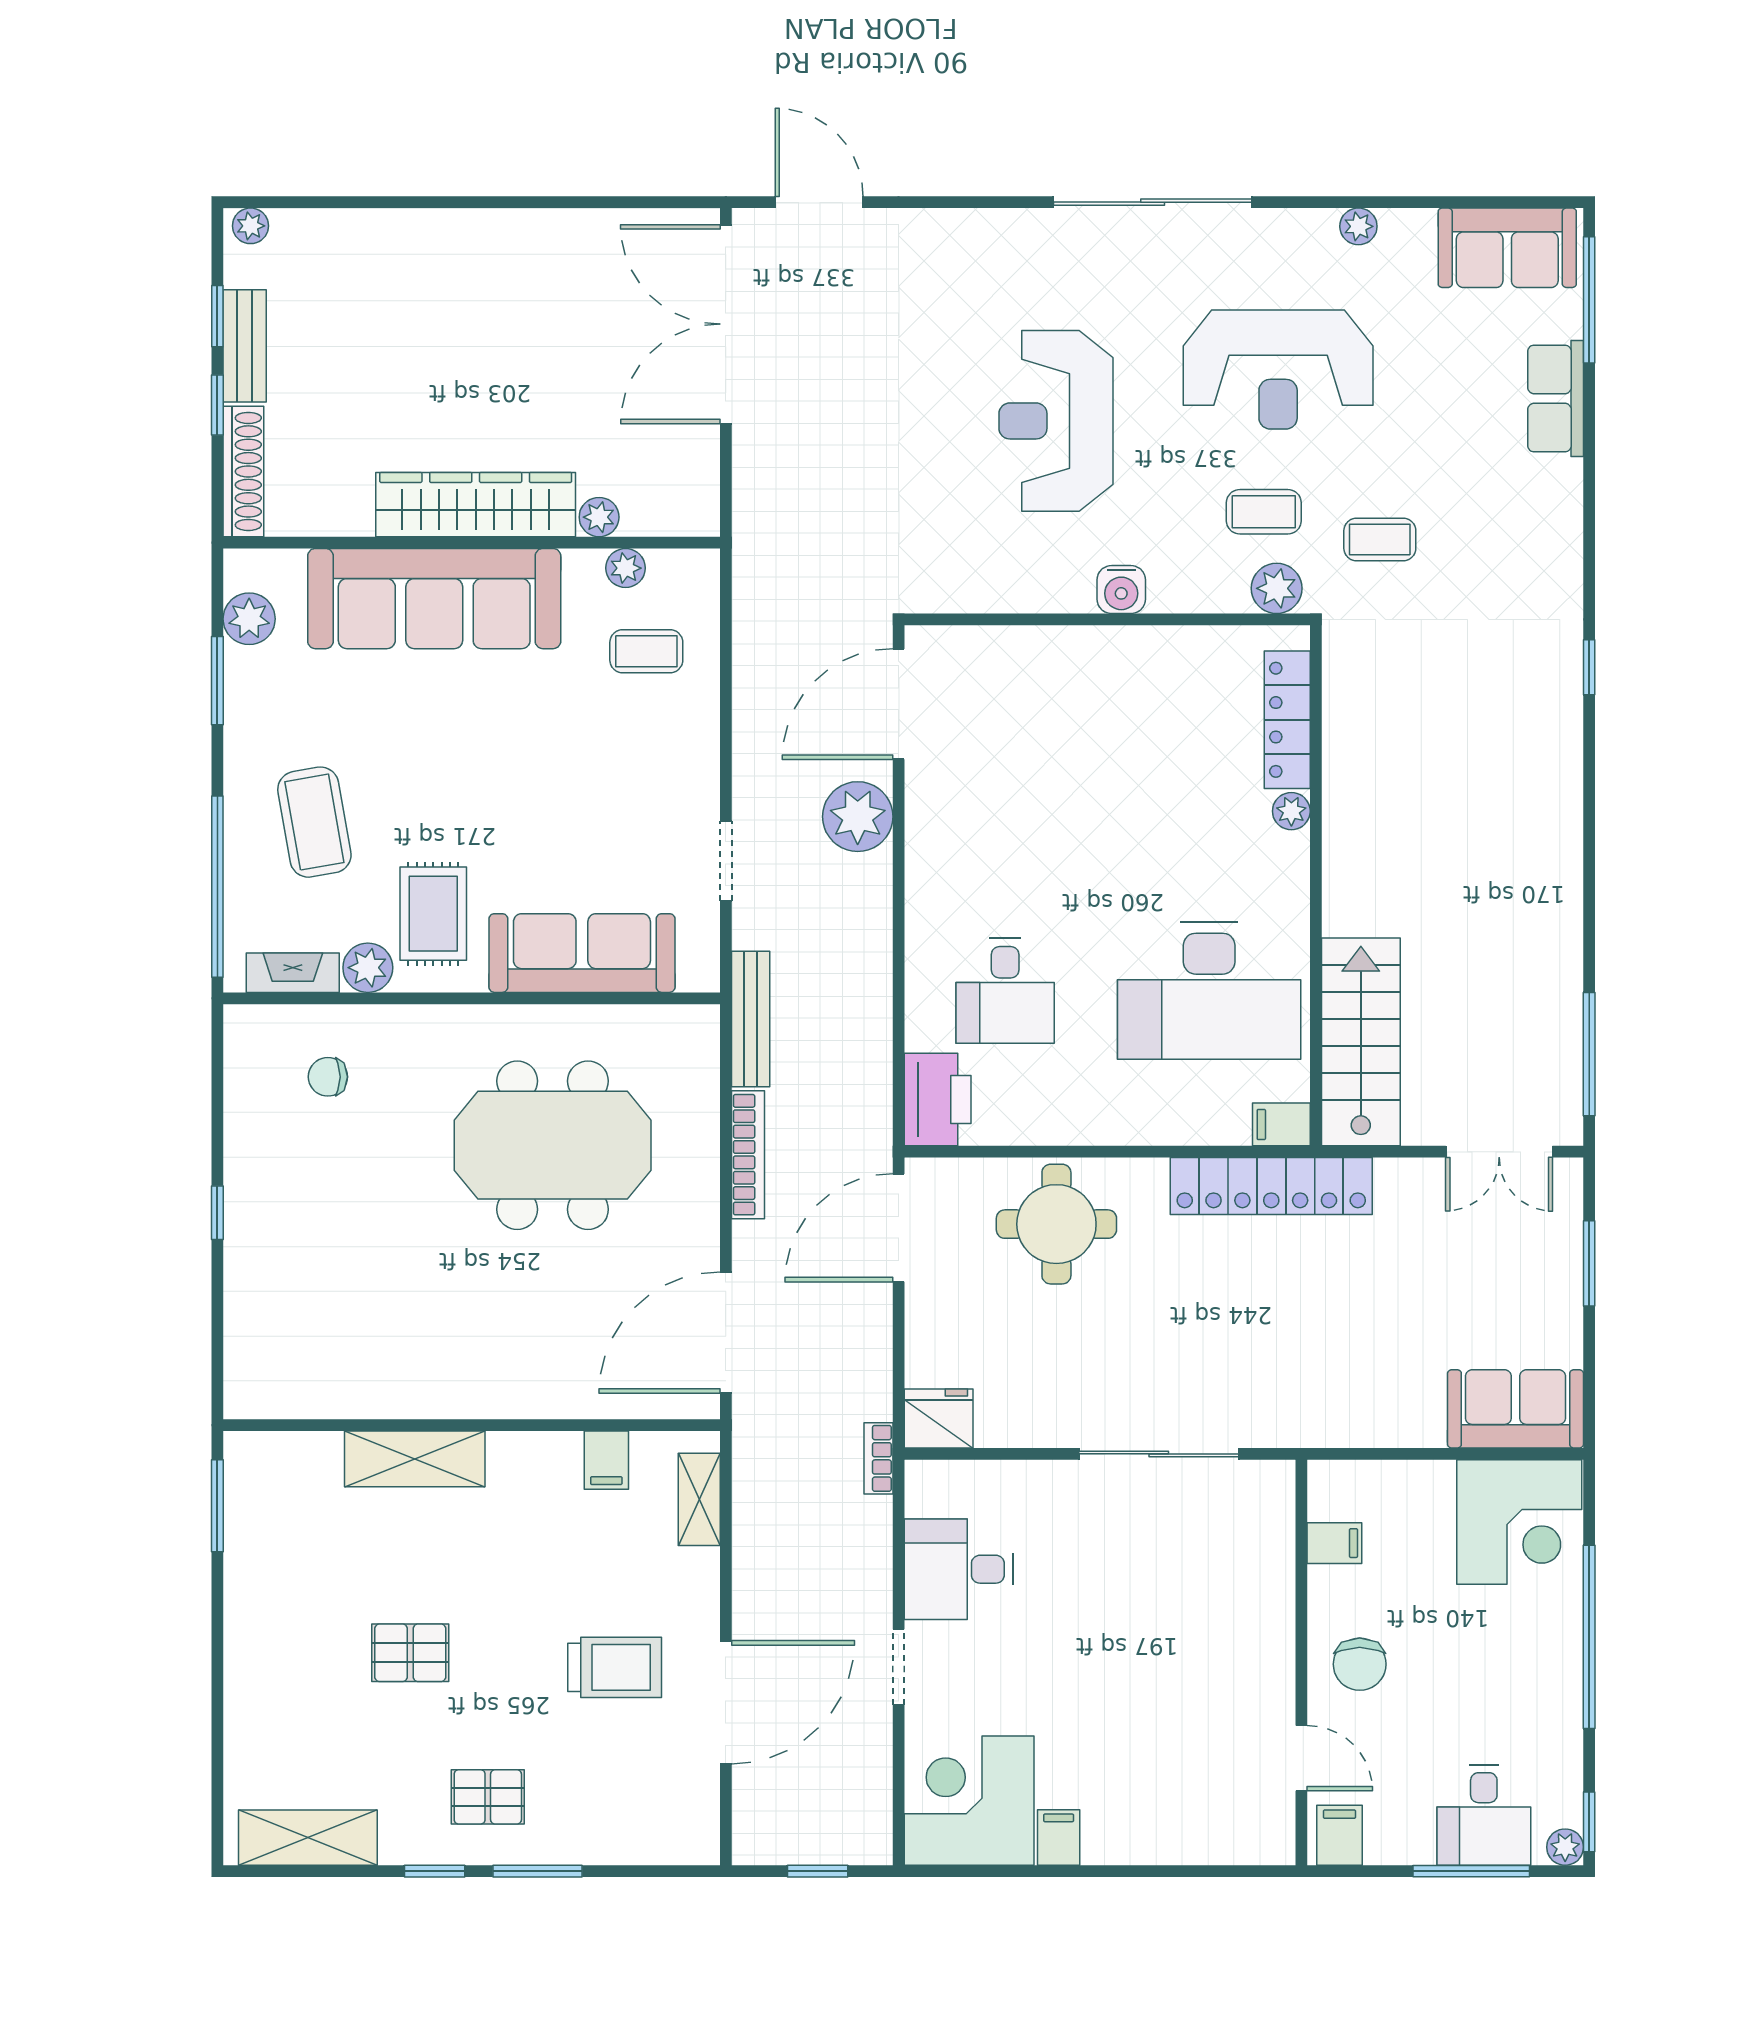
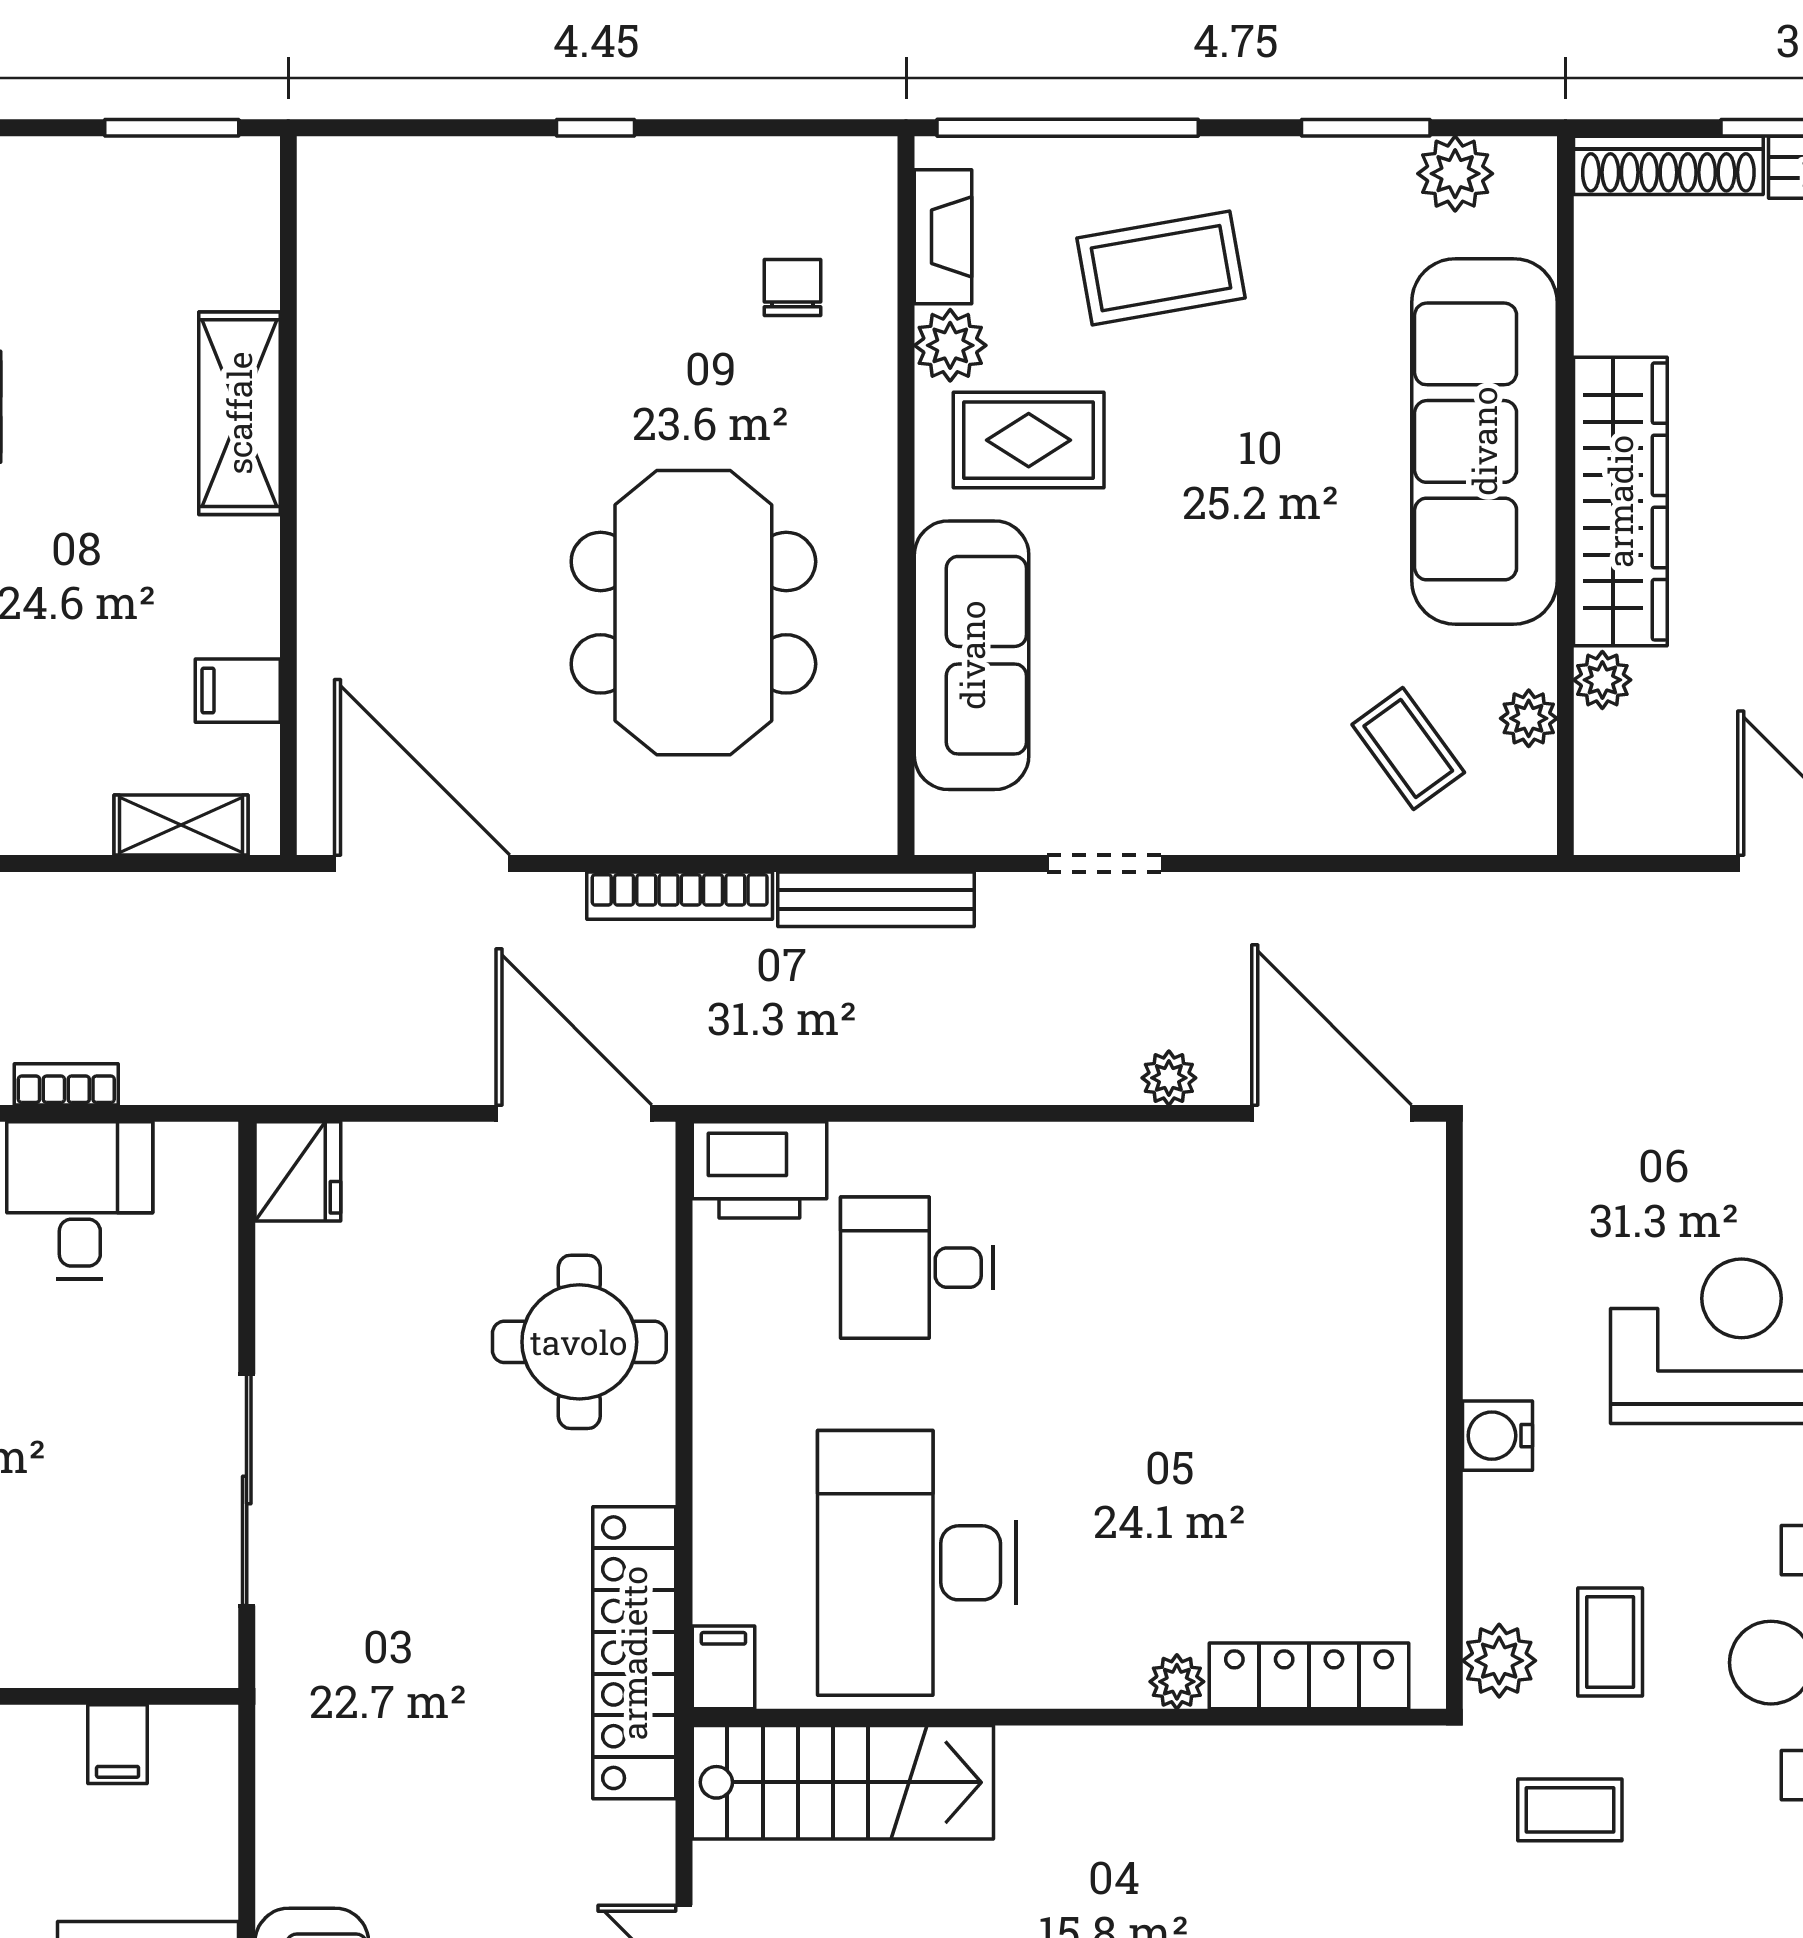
coffee table: (1380, 540) -> (1570, 1810), turned 90
coffee table: (646, 651) -> (1408, 748), turned -36
plant: (858, 817) -> (1169, 1078), width x0.53, depth x0.53
bookcase: (878, 1458) -> (66, 1084), moved

